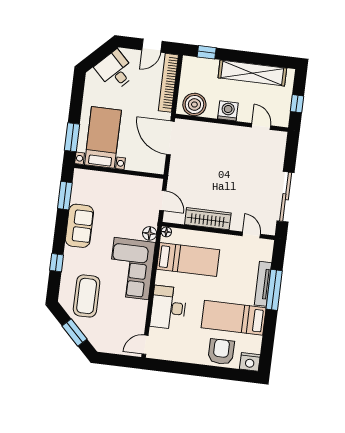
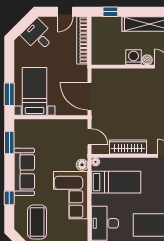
boiler: (194, 105) -> (147, 60), moved, width x0.54, depth x0.54
door: (170, 138) -> (90, 96), moved
sofa: (79, 226) -> (24, 172), width x1.36

